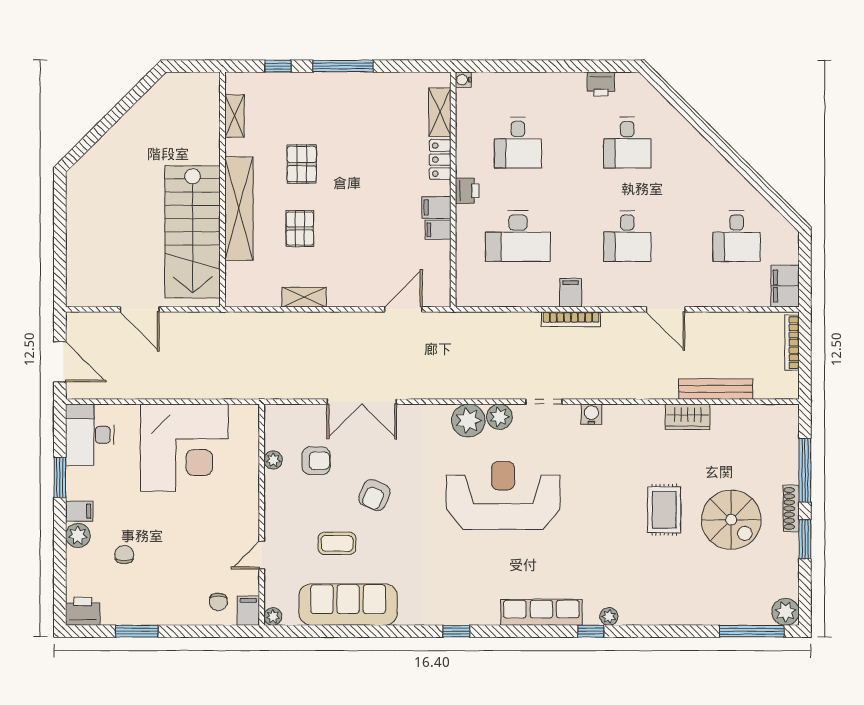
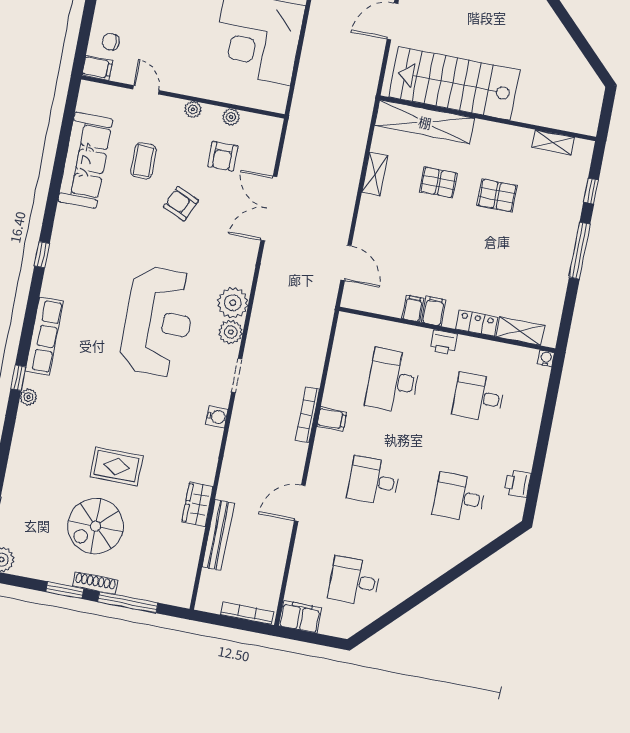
shelving: (239, 208) -> (425, 122), moved
plant: (273, 616) -> (193, 109), moved

